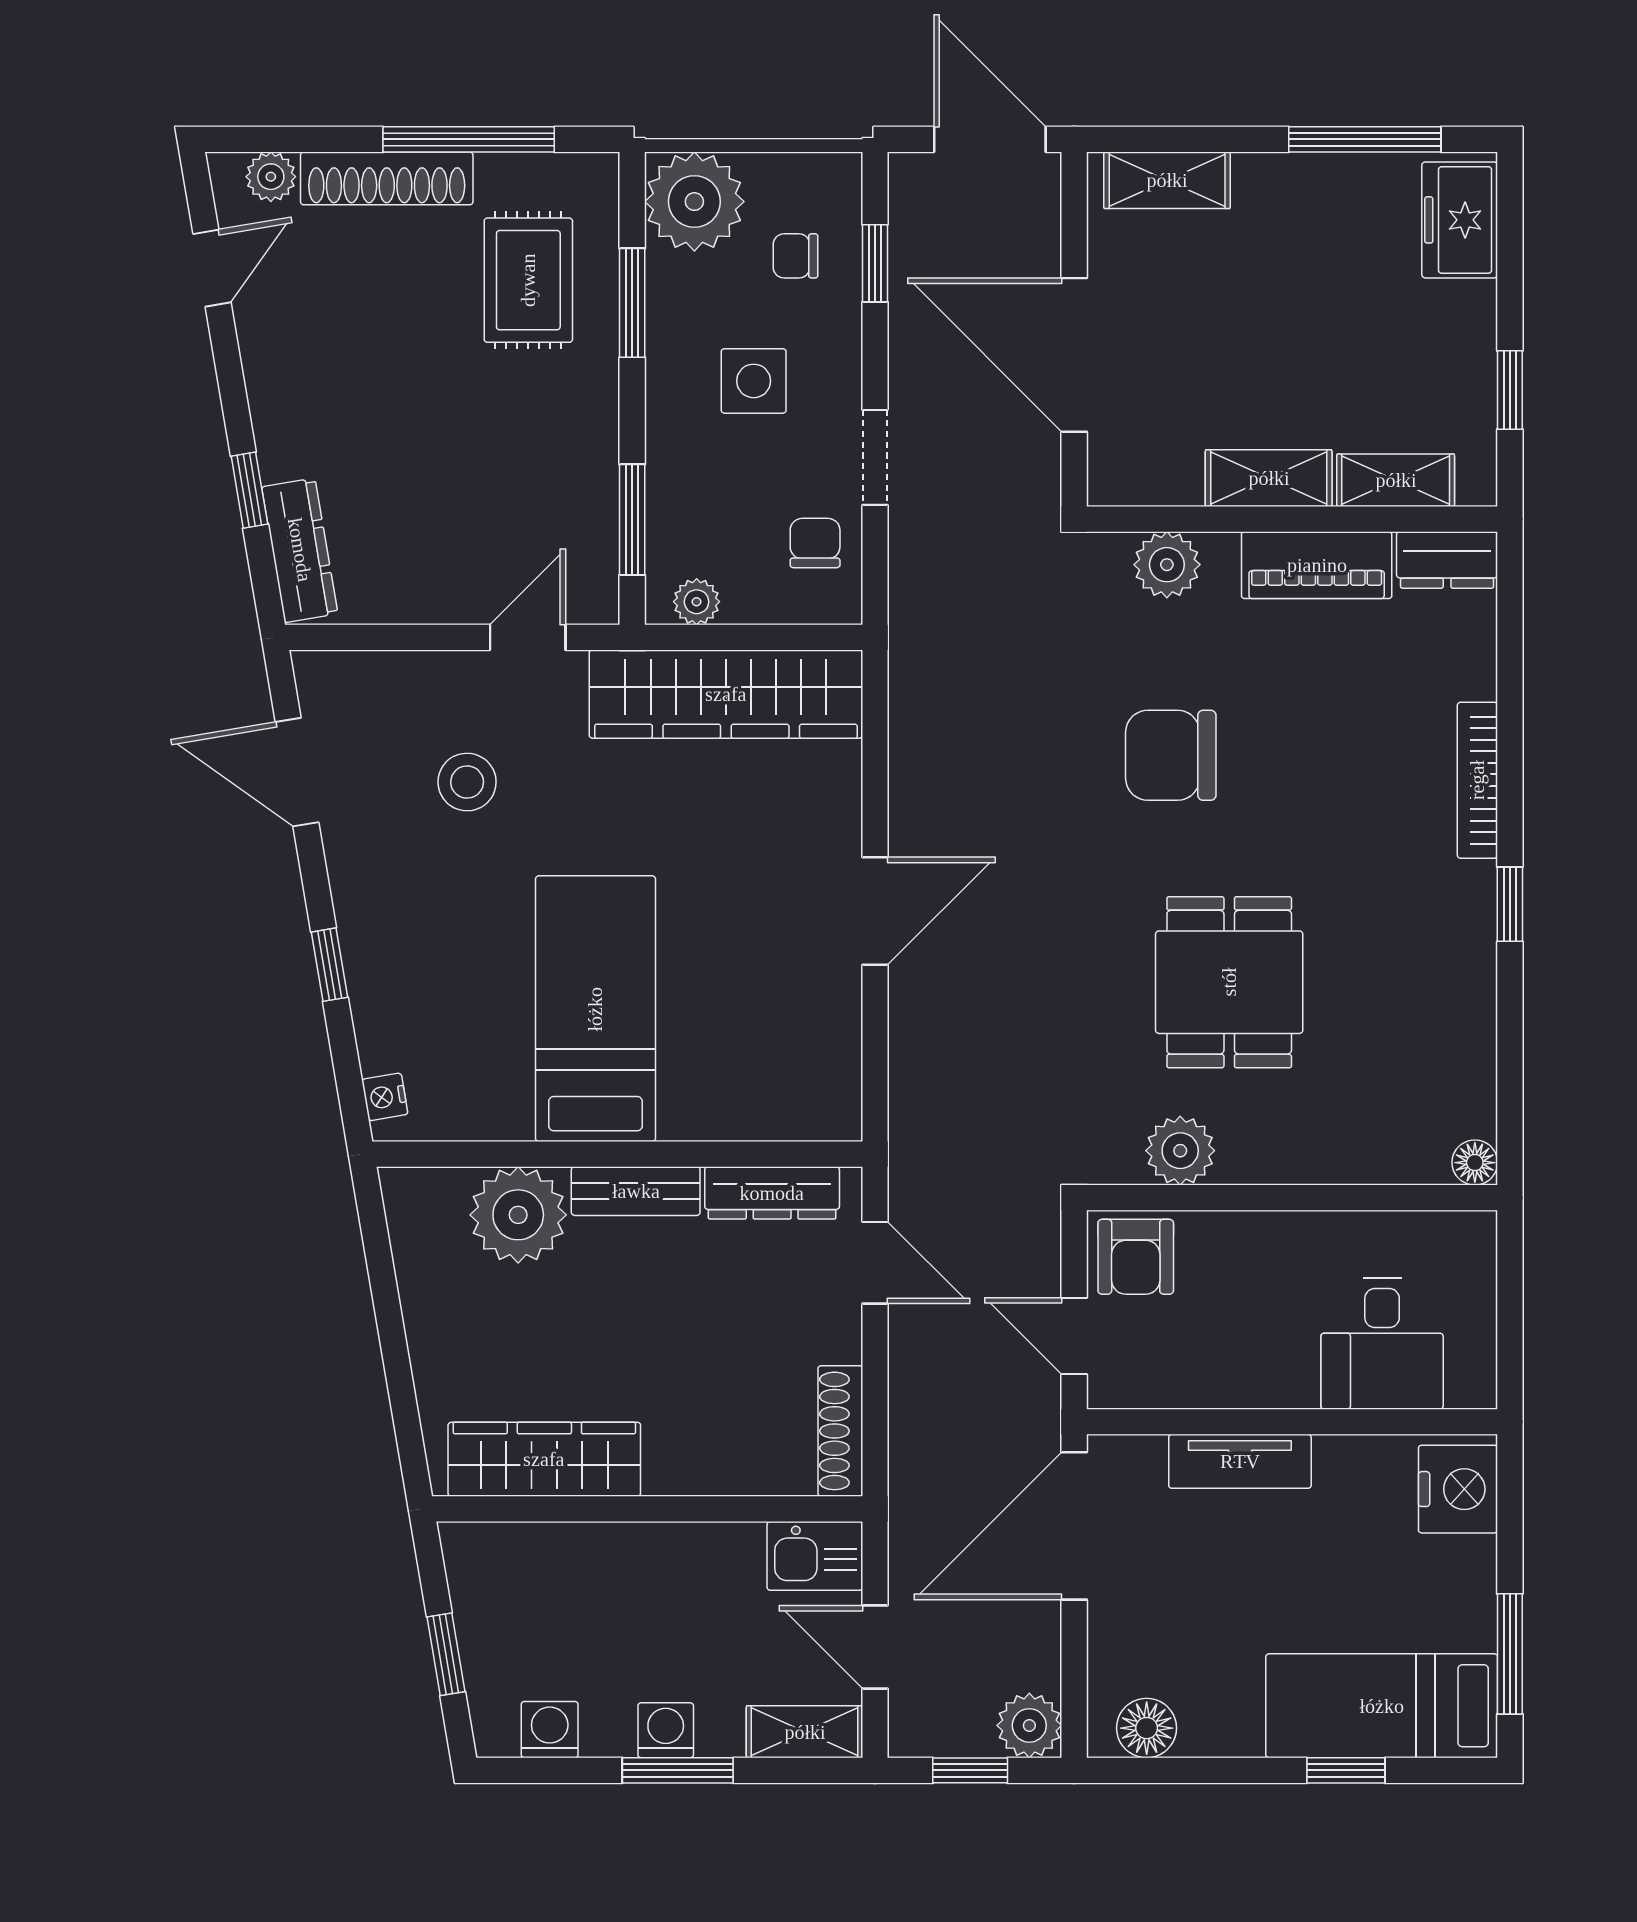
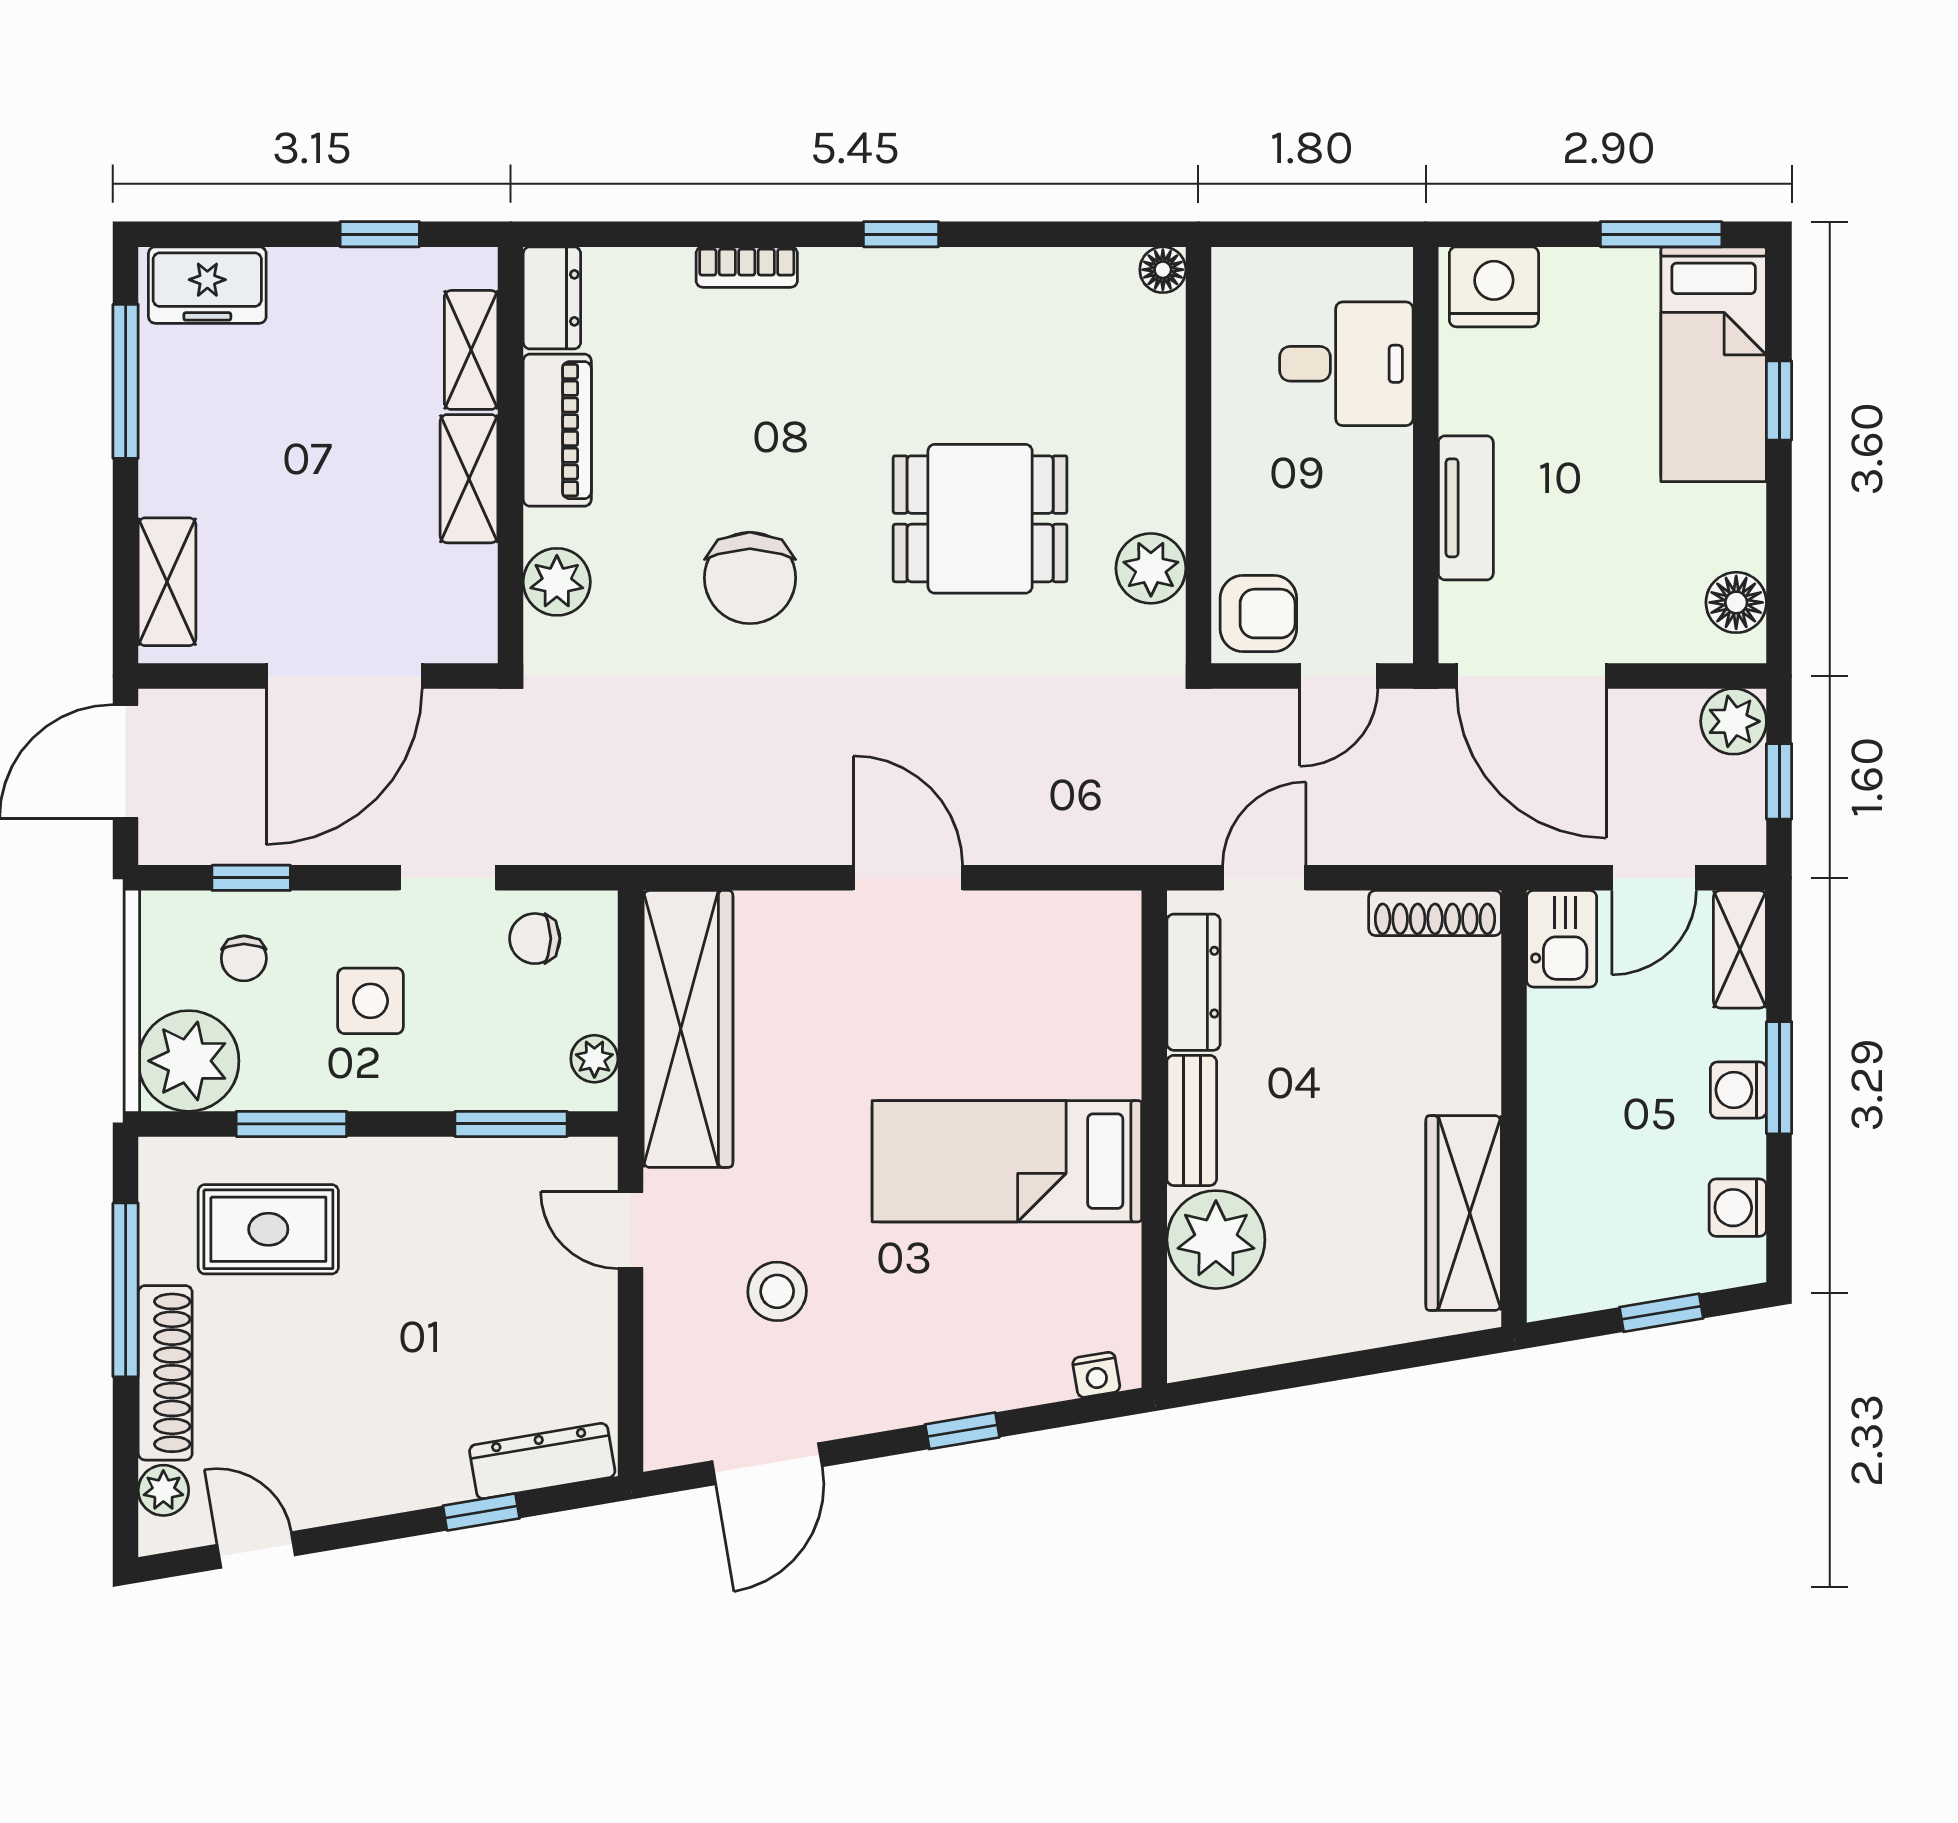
bookcase: (1477, 780) -> (747, 267), width x0.64

